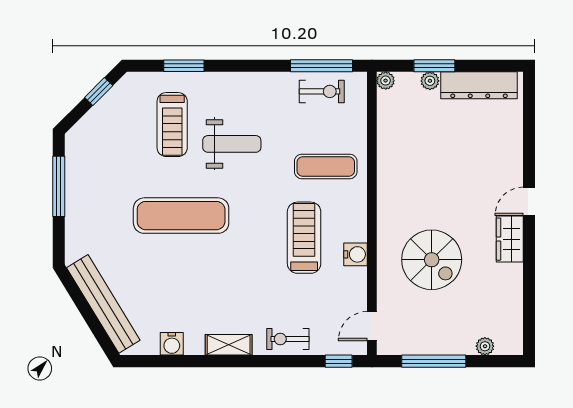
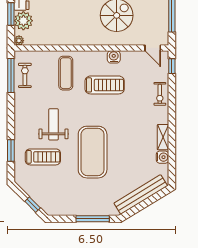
plant: (430, 81) -> (23, 21), width x1.88, depth x1.88
window: (99, 91) -> (33, 205), moved
window: (59, 186) -> (93, 219), moved
exercise mat: (181, 216) -> (93, 152), width x1.47
treadmill: (304, 238) -> (105, 85), turned 180
shelving: (229, 345) -> (163, 137), moved

